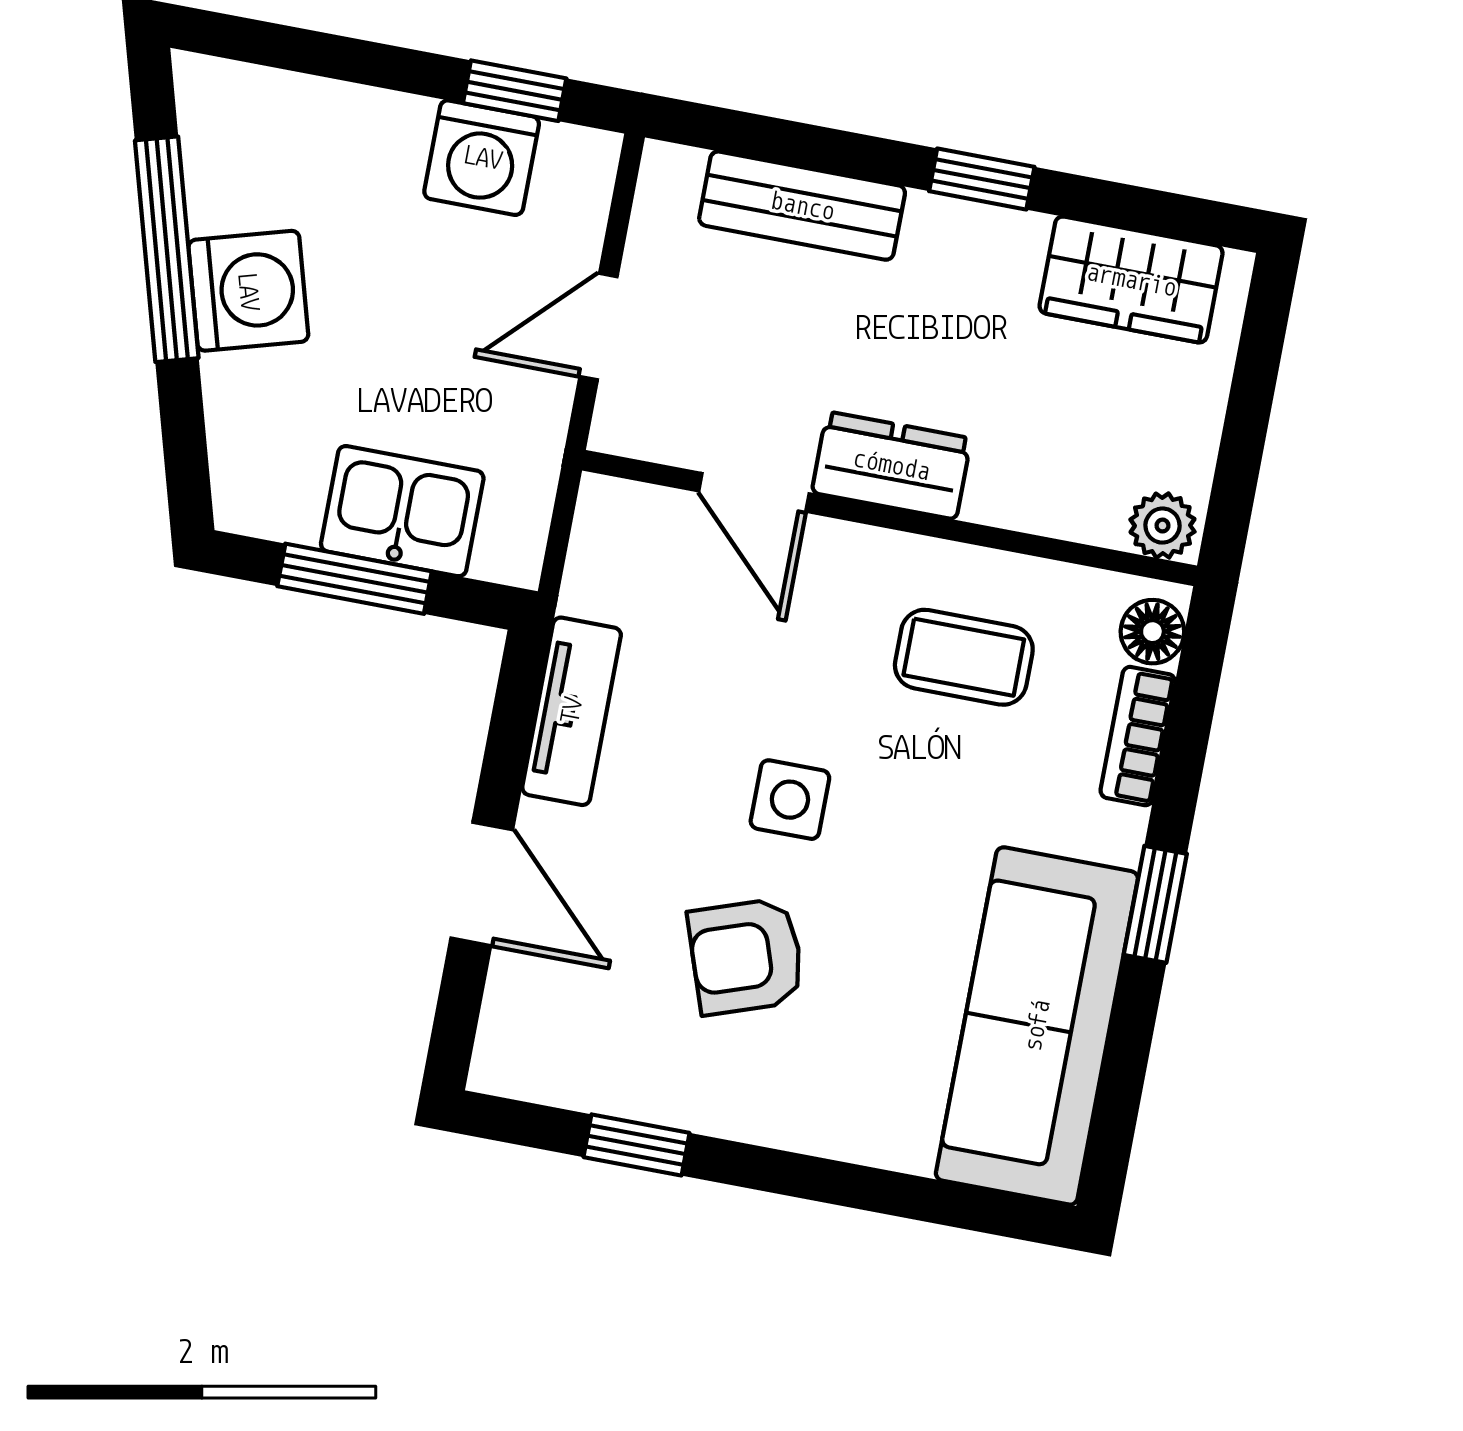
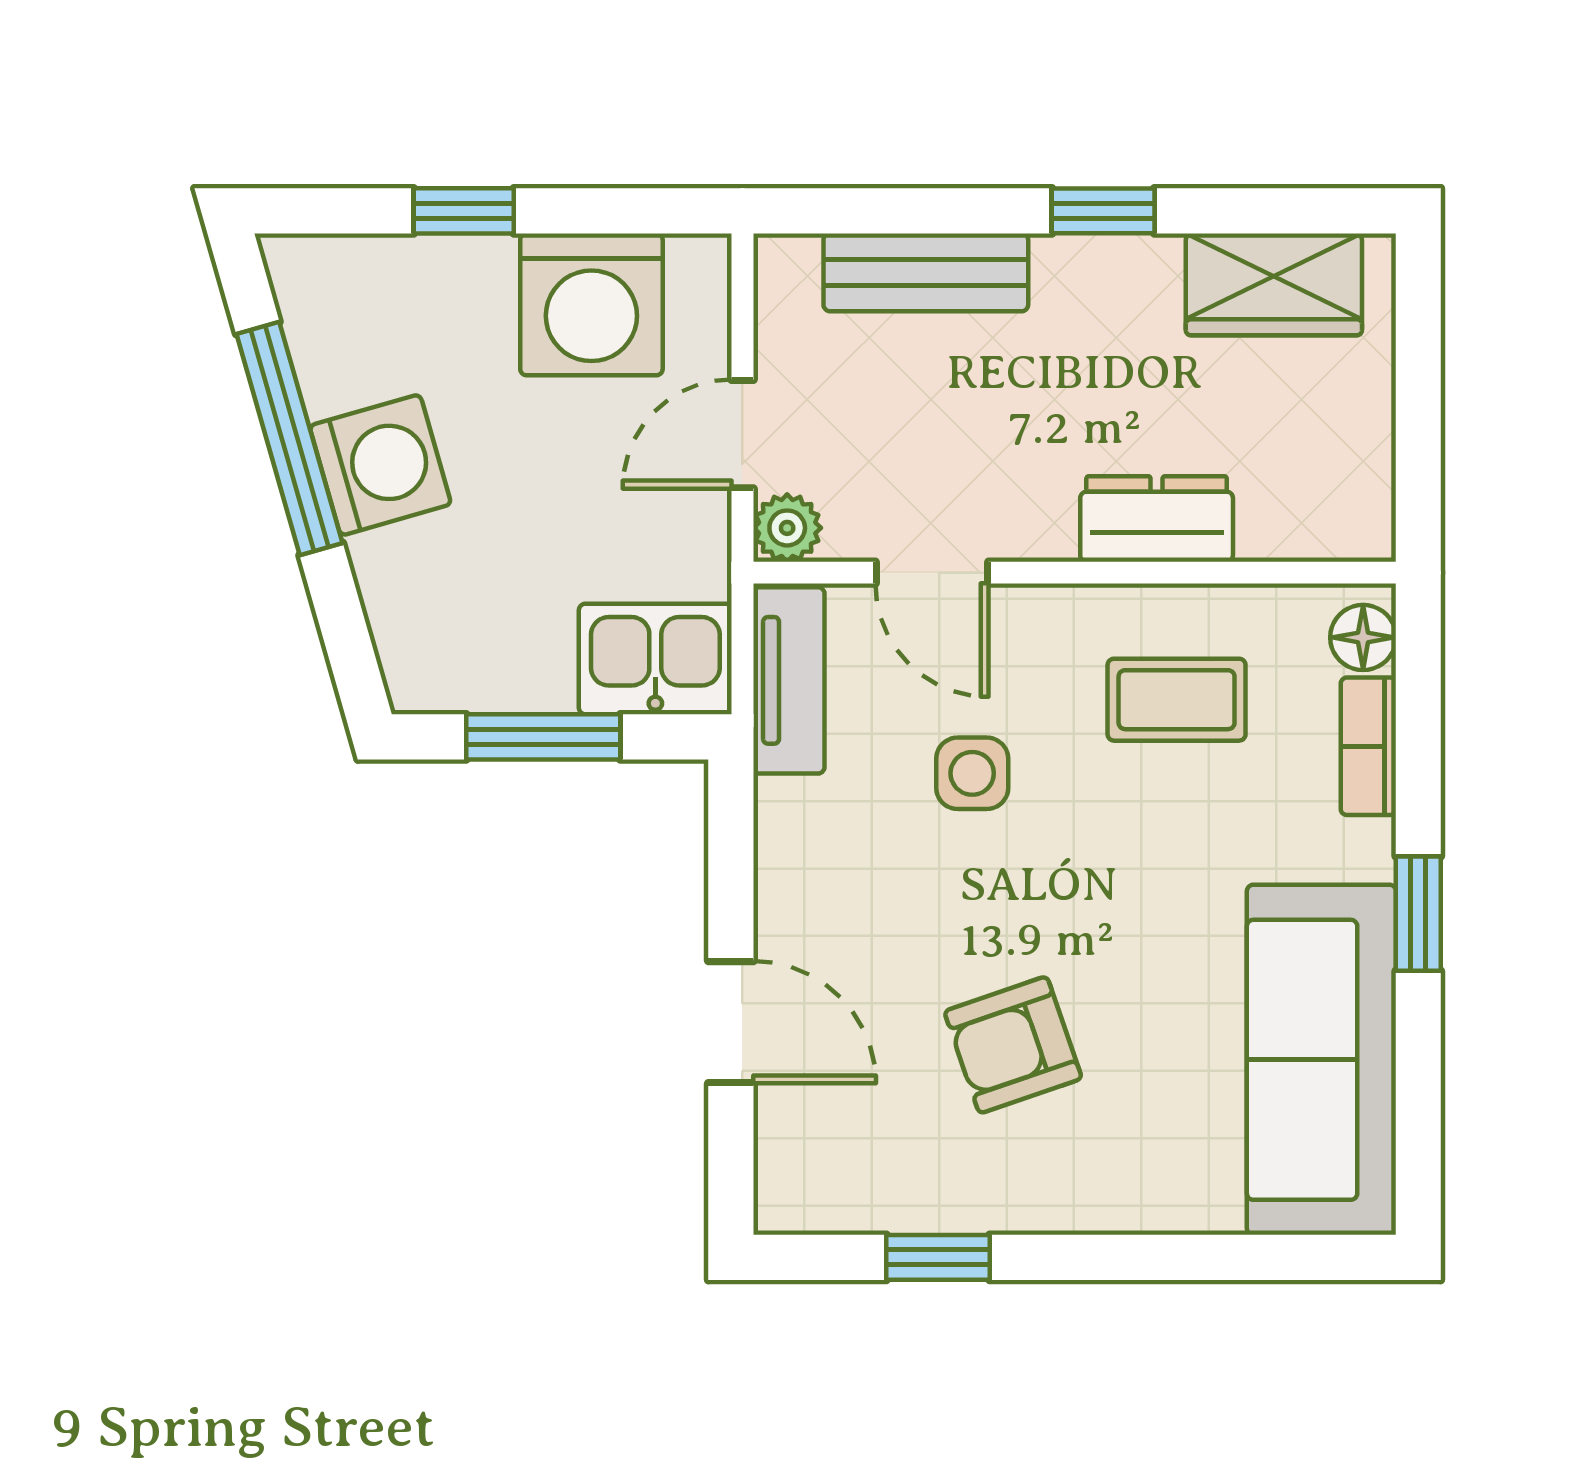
window: (515, 91) -> (464, 211), moved
washing machine: (482, 158) -> (591, 304), width x1.37, depth x1.37
dresser: (891, 465) -> (1157, 519), moved
kitchen sink: (402, 511) -> (655, 659), moved
plant: (1163, 526) -> (787, 528), moved
tv unit: (572, 711) -> (789, 680), moved
side table: (790, 800) -> (972, 773), moved

